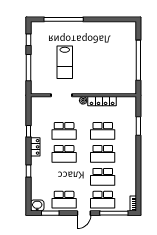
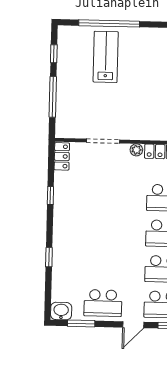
lab bench: (65, 62) -> (106, 57), moved, turned 180
school desk: (64, 131) -> (105, 196), removed
locker: (35, 147) -> (62, 156), moved
school desk: (64, 154) -> (105, 232), removed

